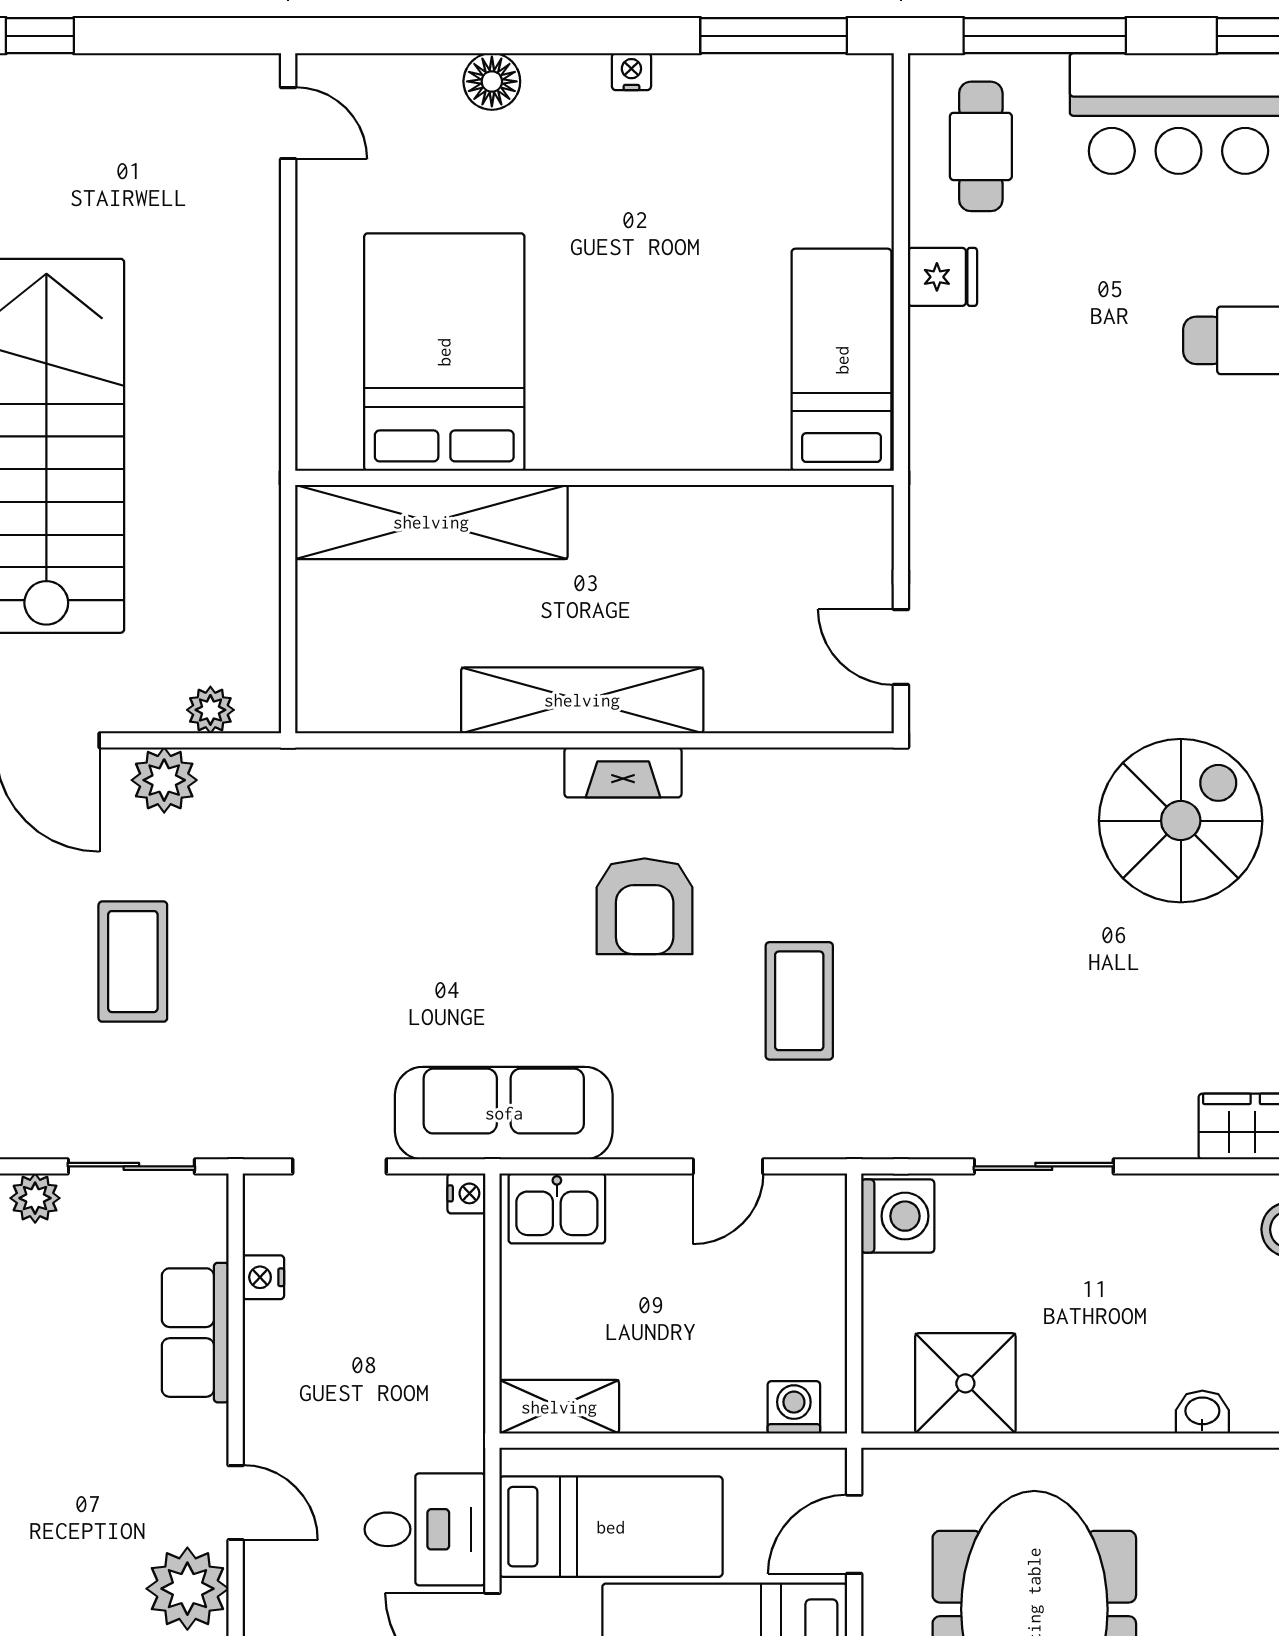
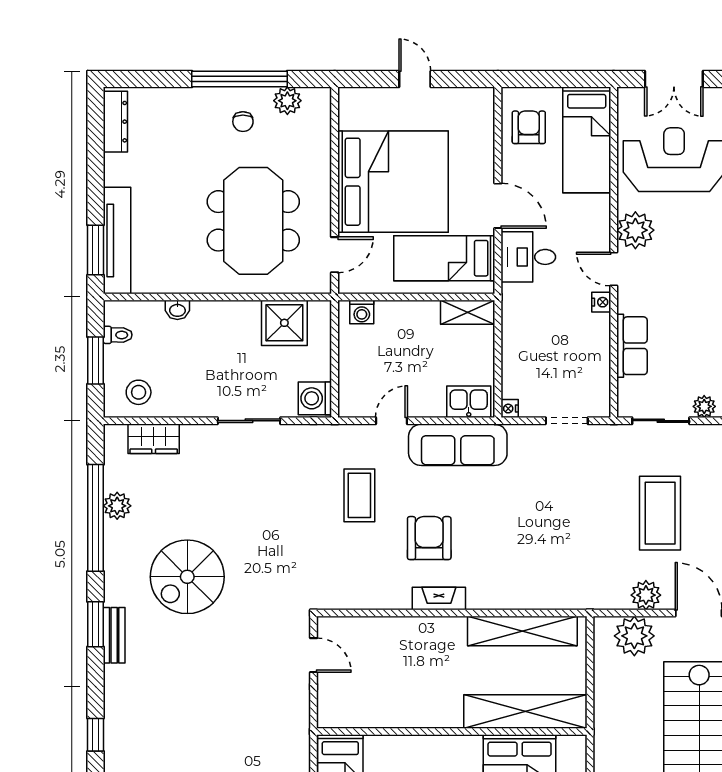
shelving: (582, 700) -> (522, 631), moved
plant: (210, 710) -> (634, 636), width x1.88, depth x1.88
coffee table: (133, 962) -> (660, 513), width x1.36, depth x1.32
sofa: (504, 1113) -> (458, 445), moved
nightstand: (263, 1277) -> (601, 302), moved

